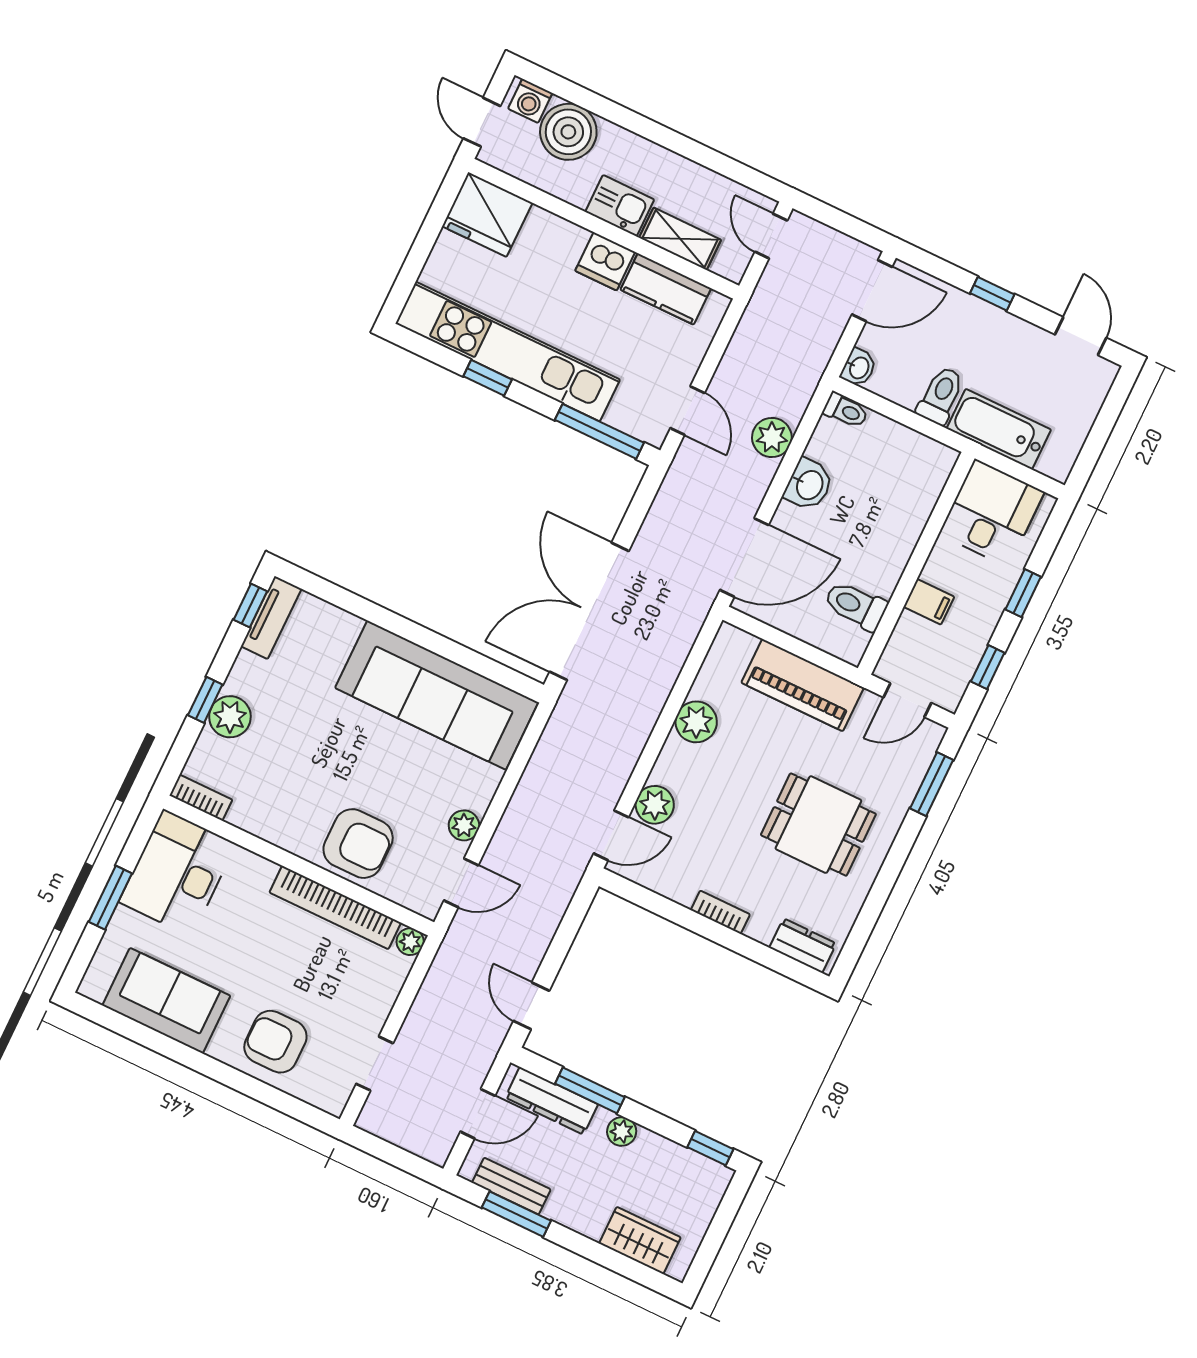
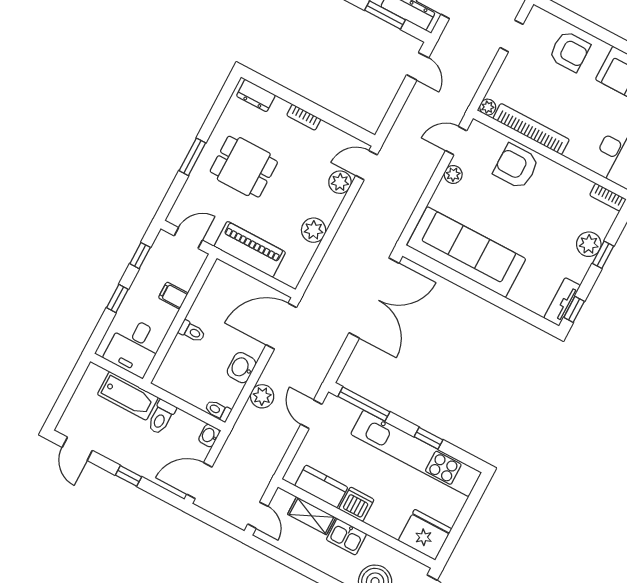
toilet: (856, 606) -> (192, 332), moved, width x0.73, depth x0.72
window: (932, 784) -> (192, 157), moved

